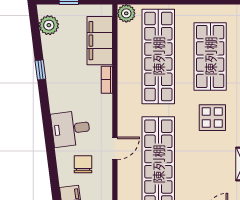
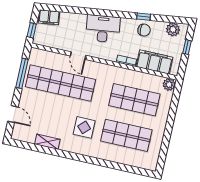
shop shelf: (158, 56) -> (134, 100), width x0.71
desk: (71, 129) -> (103, 29), width x1.37
chair: (83, 164) -> (144, 30), moved

